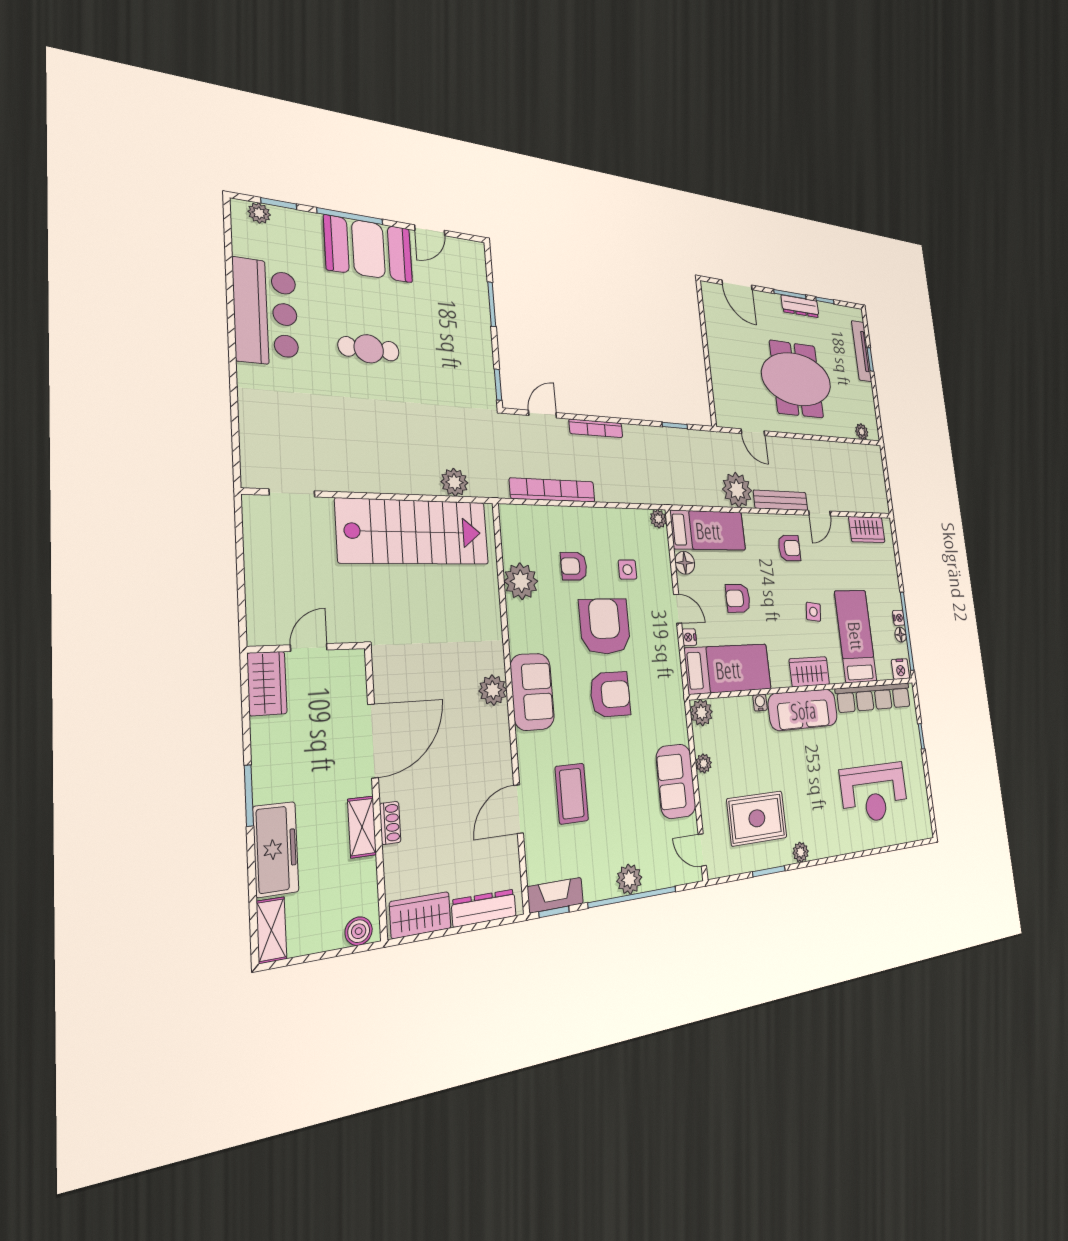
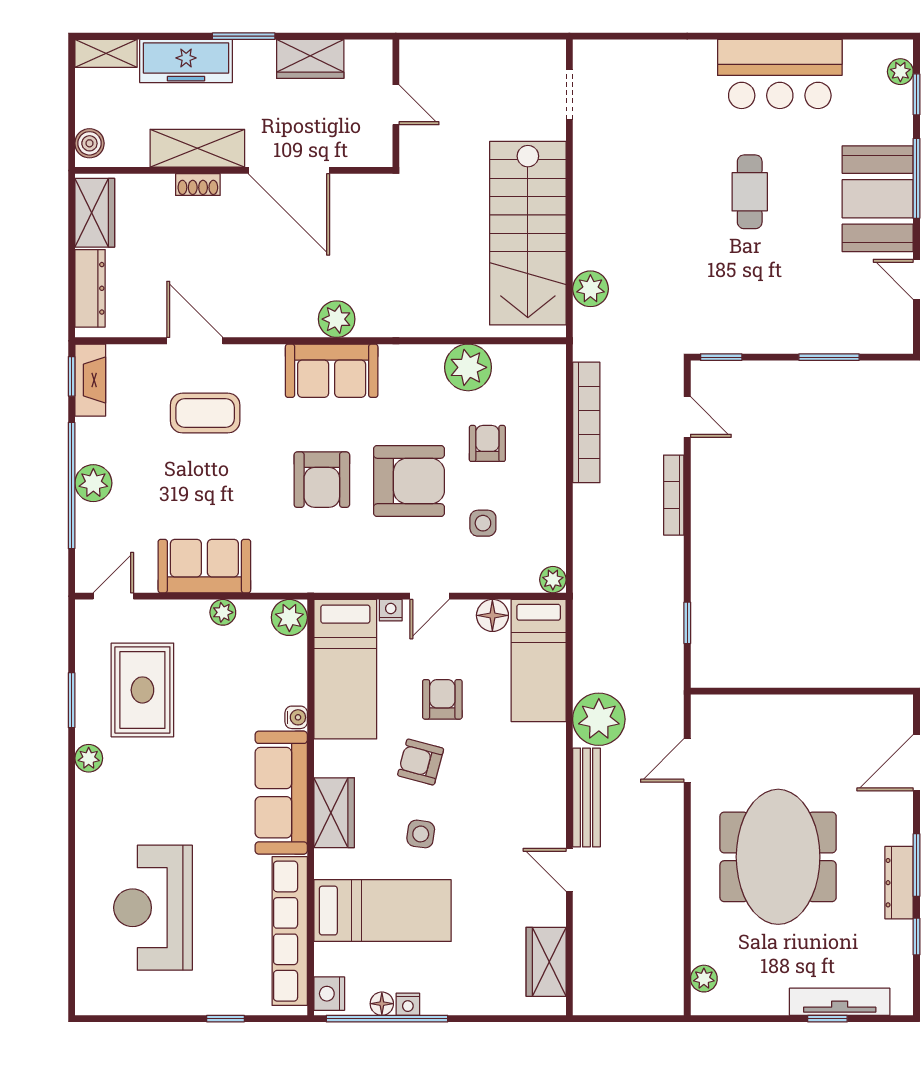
armchair: (789, 548) -> (421, 762), moved, turned 105
wardrobe: (267, 683) -> (310, 59), moved
shelving: (362, 827) -> (197, 148), width x1.50, depth x1.33

